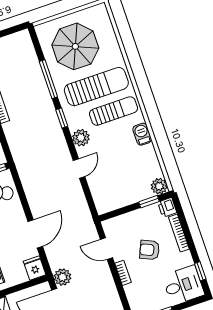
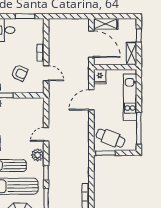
armchair: (150, 250) -> (20, 73), moved
plant: (62, 277) -> (83, 64), removed

